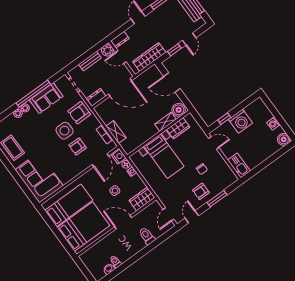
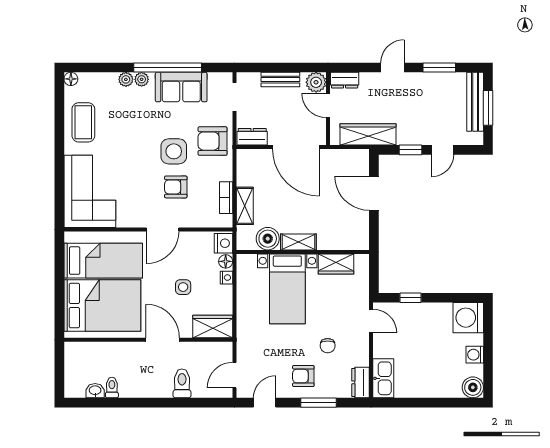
boiler: (179, 110) -> (268, 239), moved
washing machine: (240, 121) -> (468, 318), moved, turned 90
shelving: (165, 122) -> (298, 242), moved
door: (100, 160) -> (163, 229), moved
dresser: (230, 175) -> (360, 382), added

